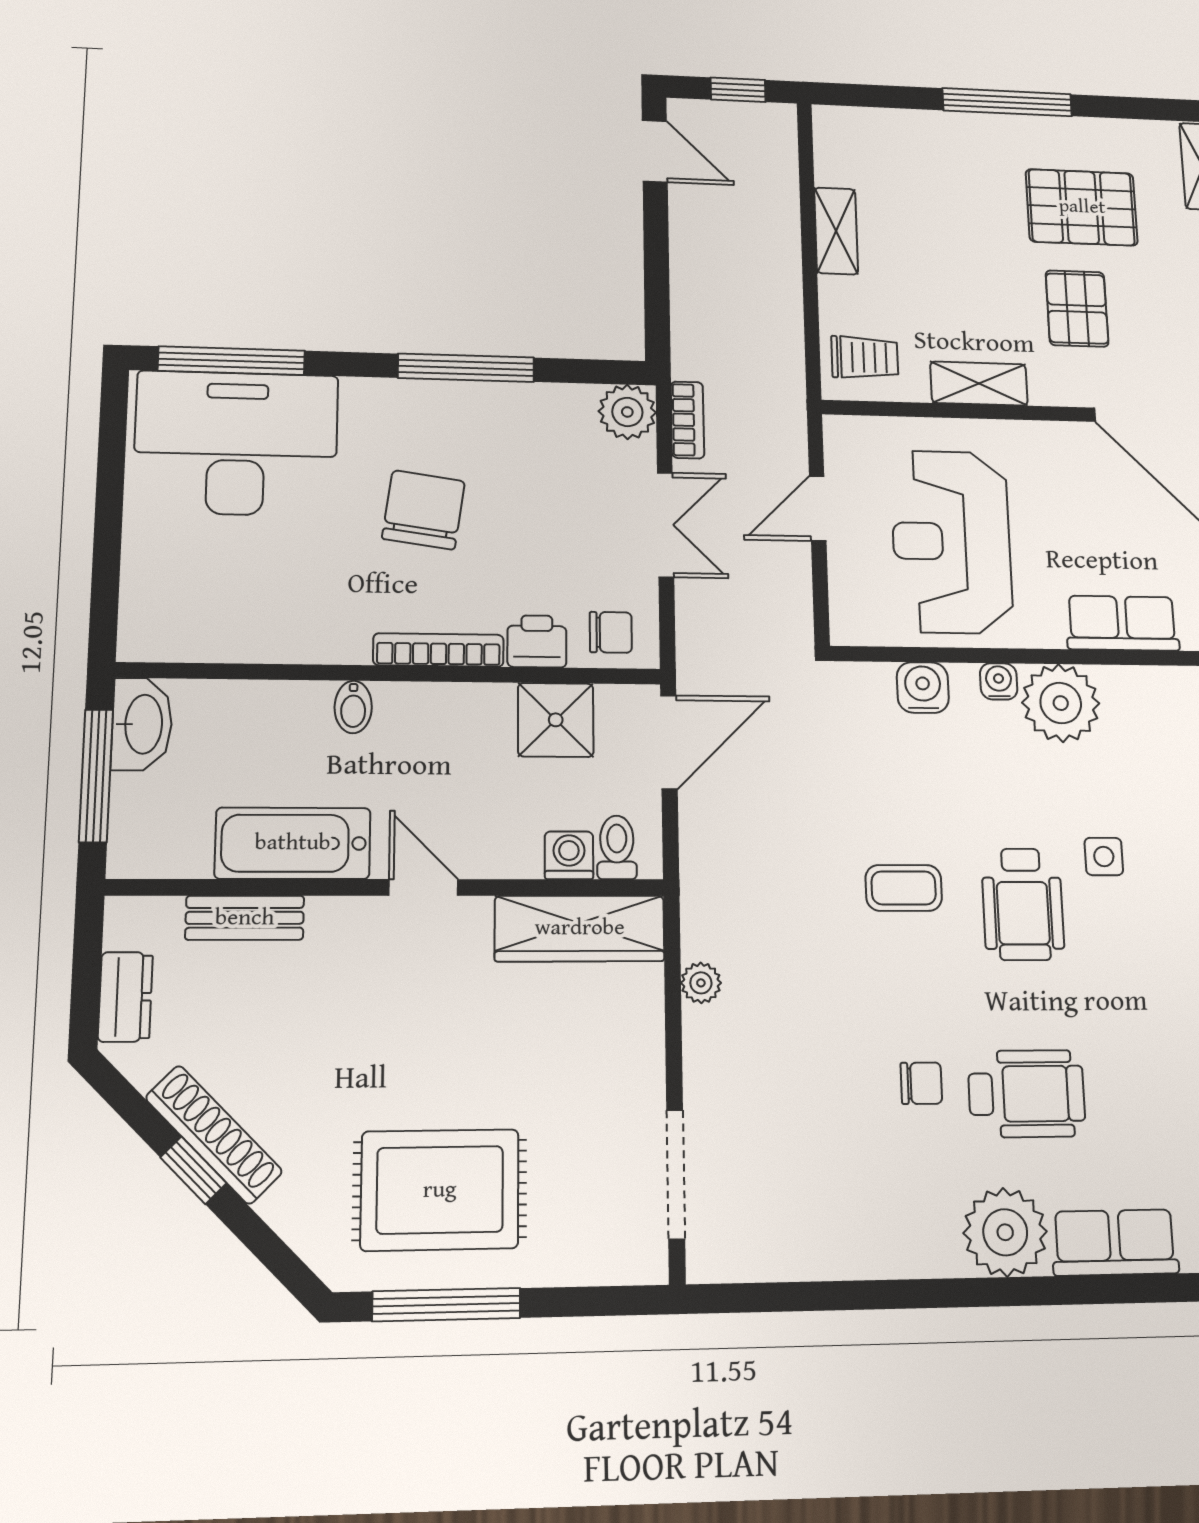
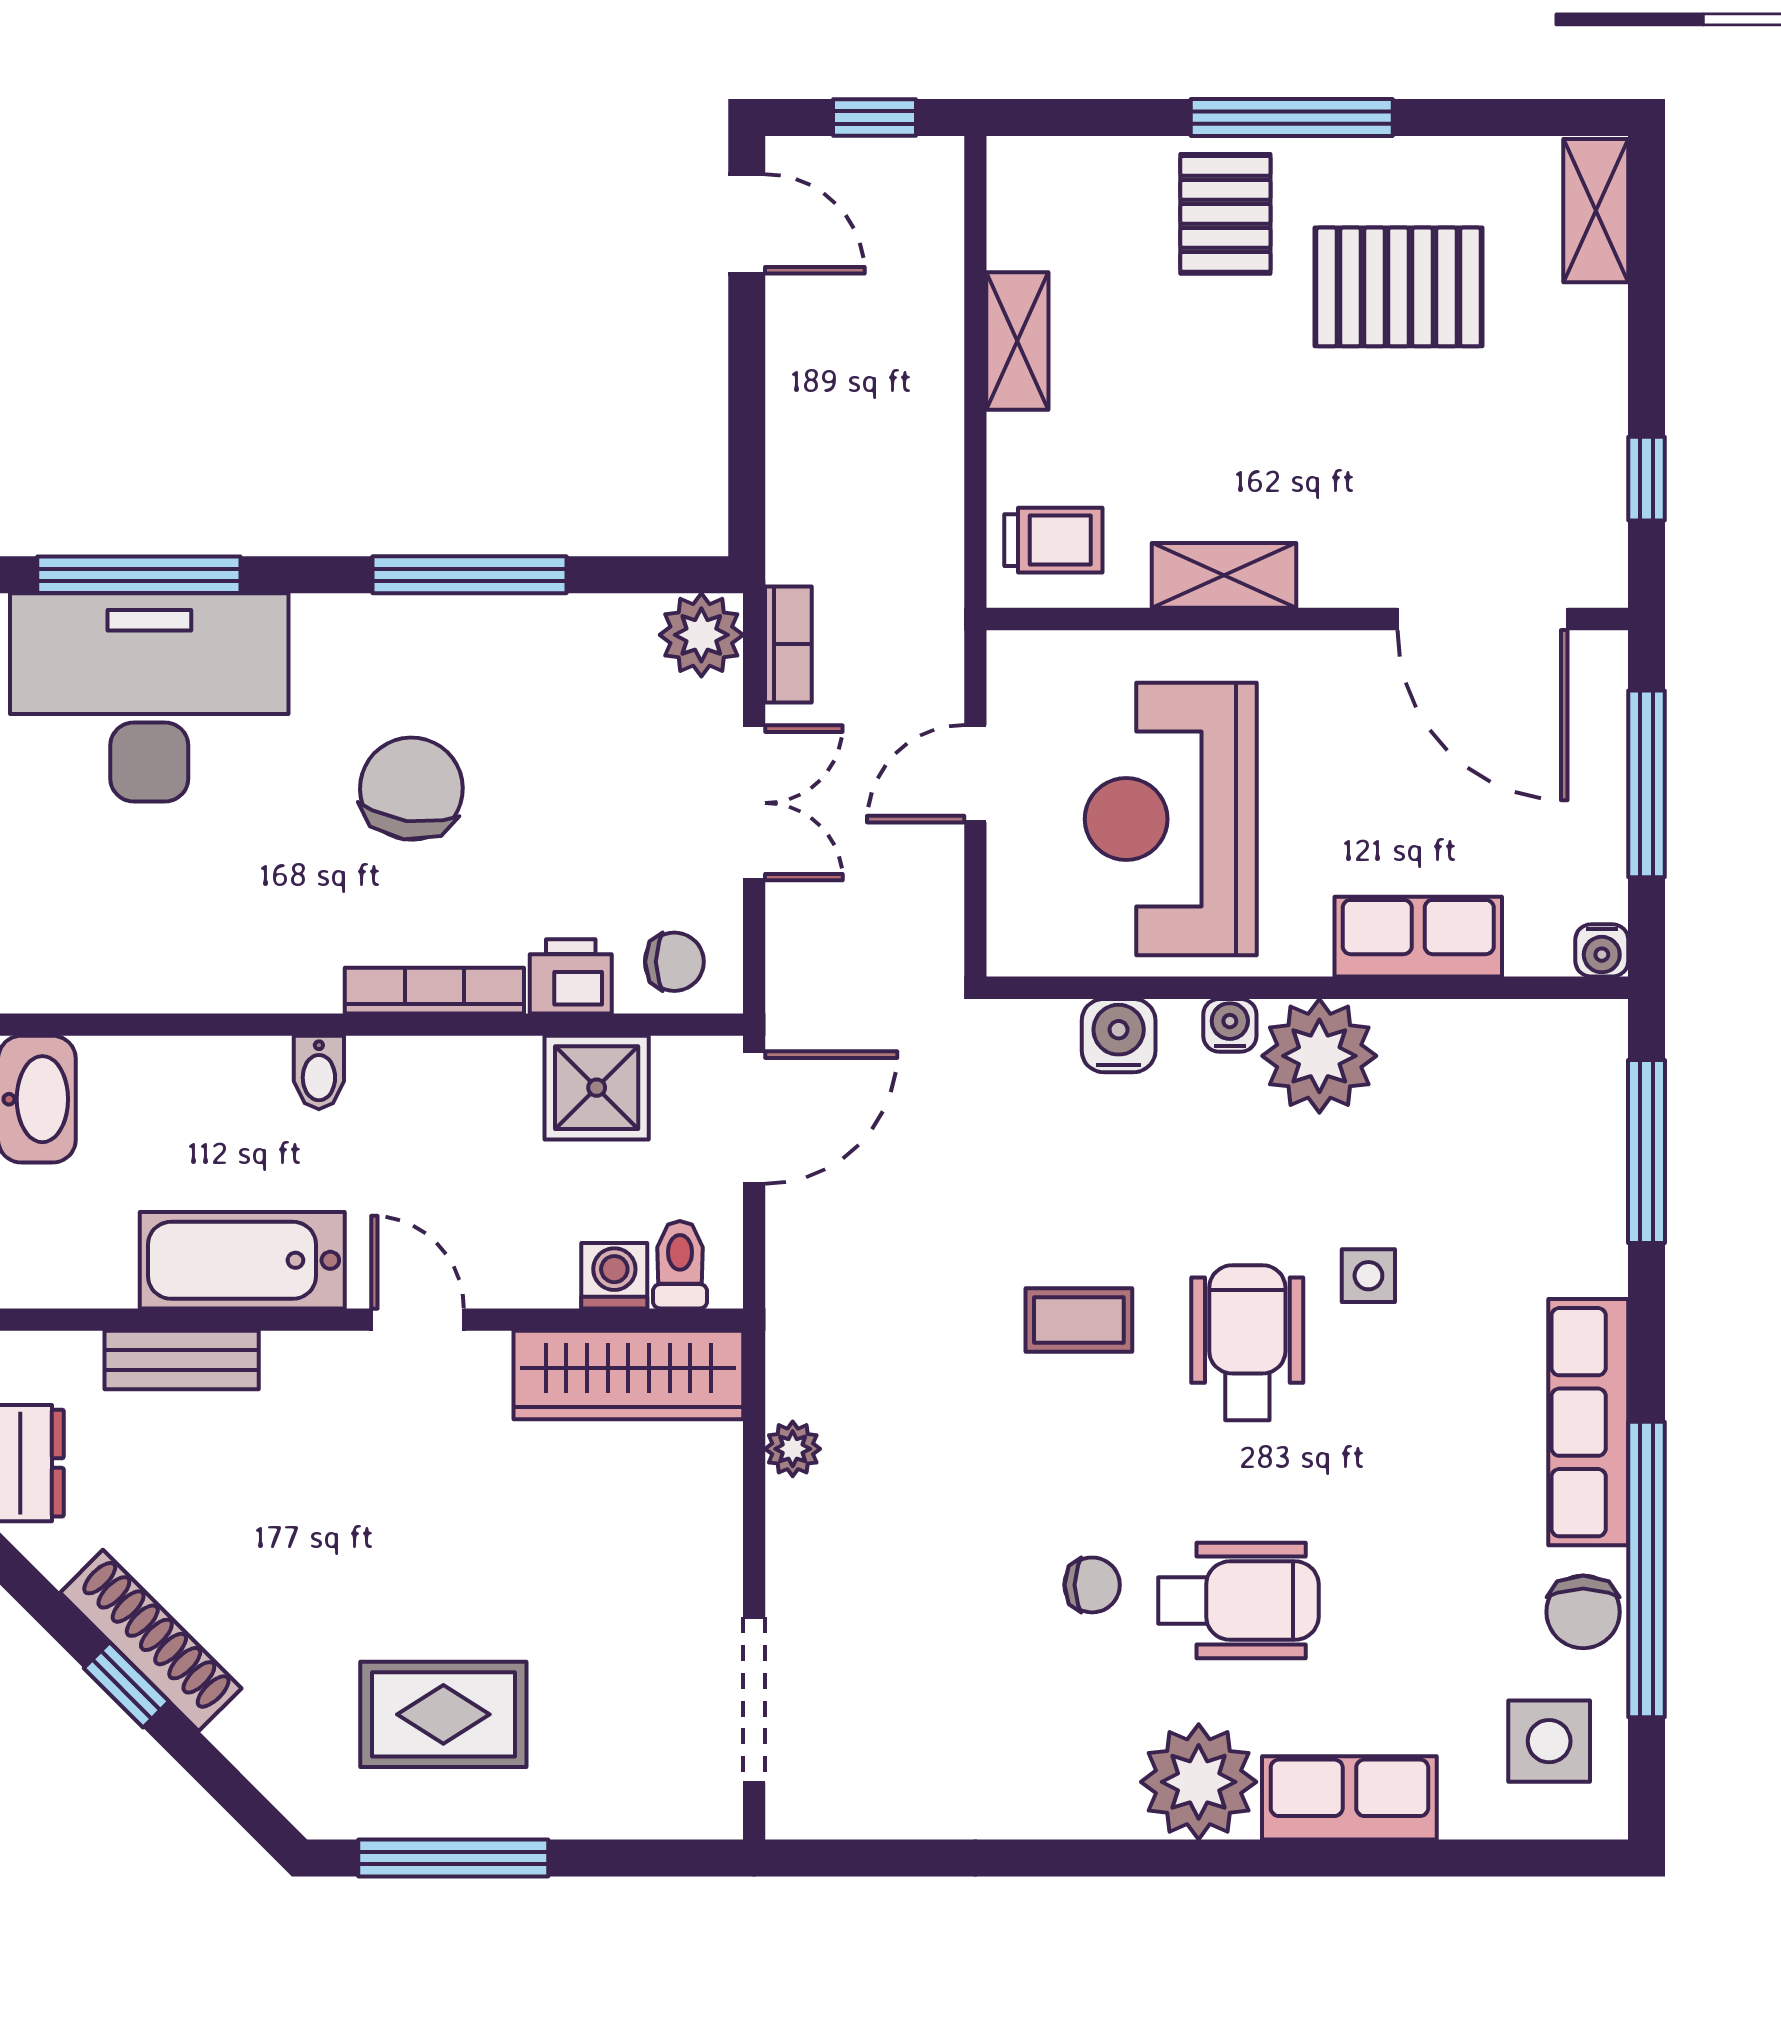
pallet: (1077, 309) -> (1225, 214), moved
wheelchair: (1023, 904) -> (1247, 1343), turned 180
rug: (440, 1190) -> (443, 1714), width x0.73, depth x0.70

